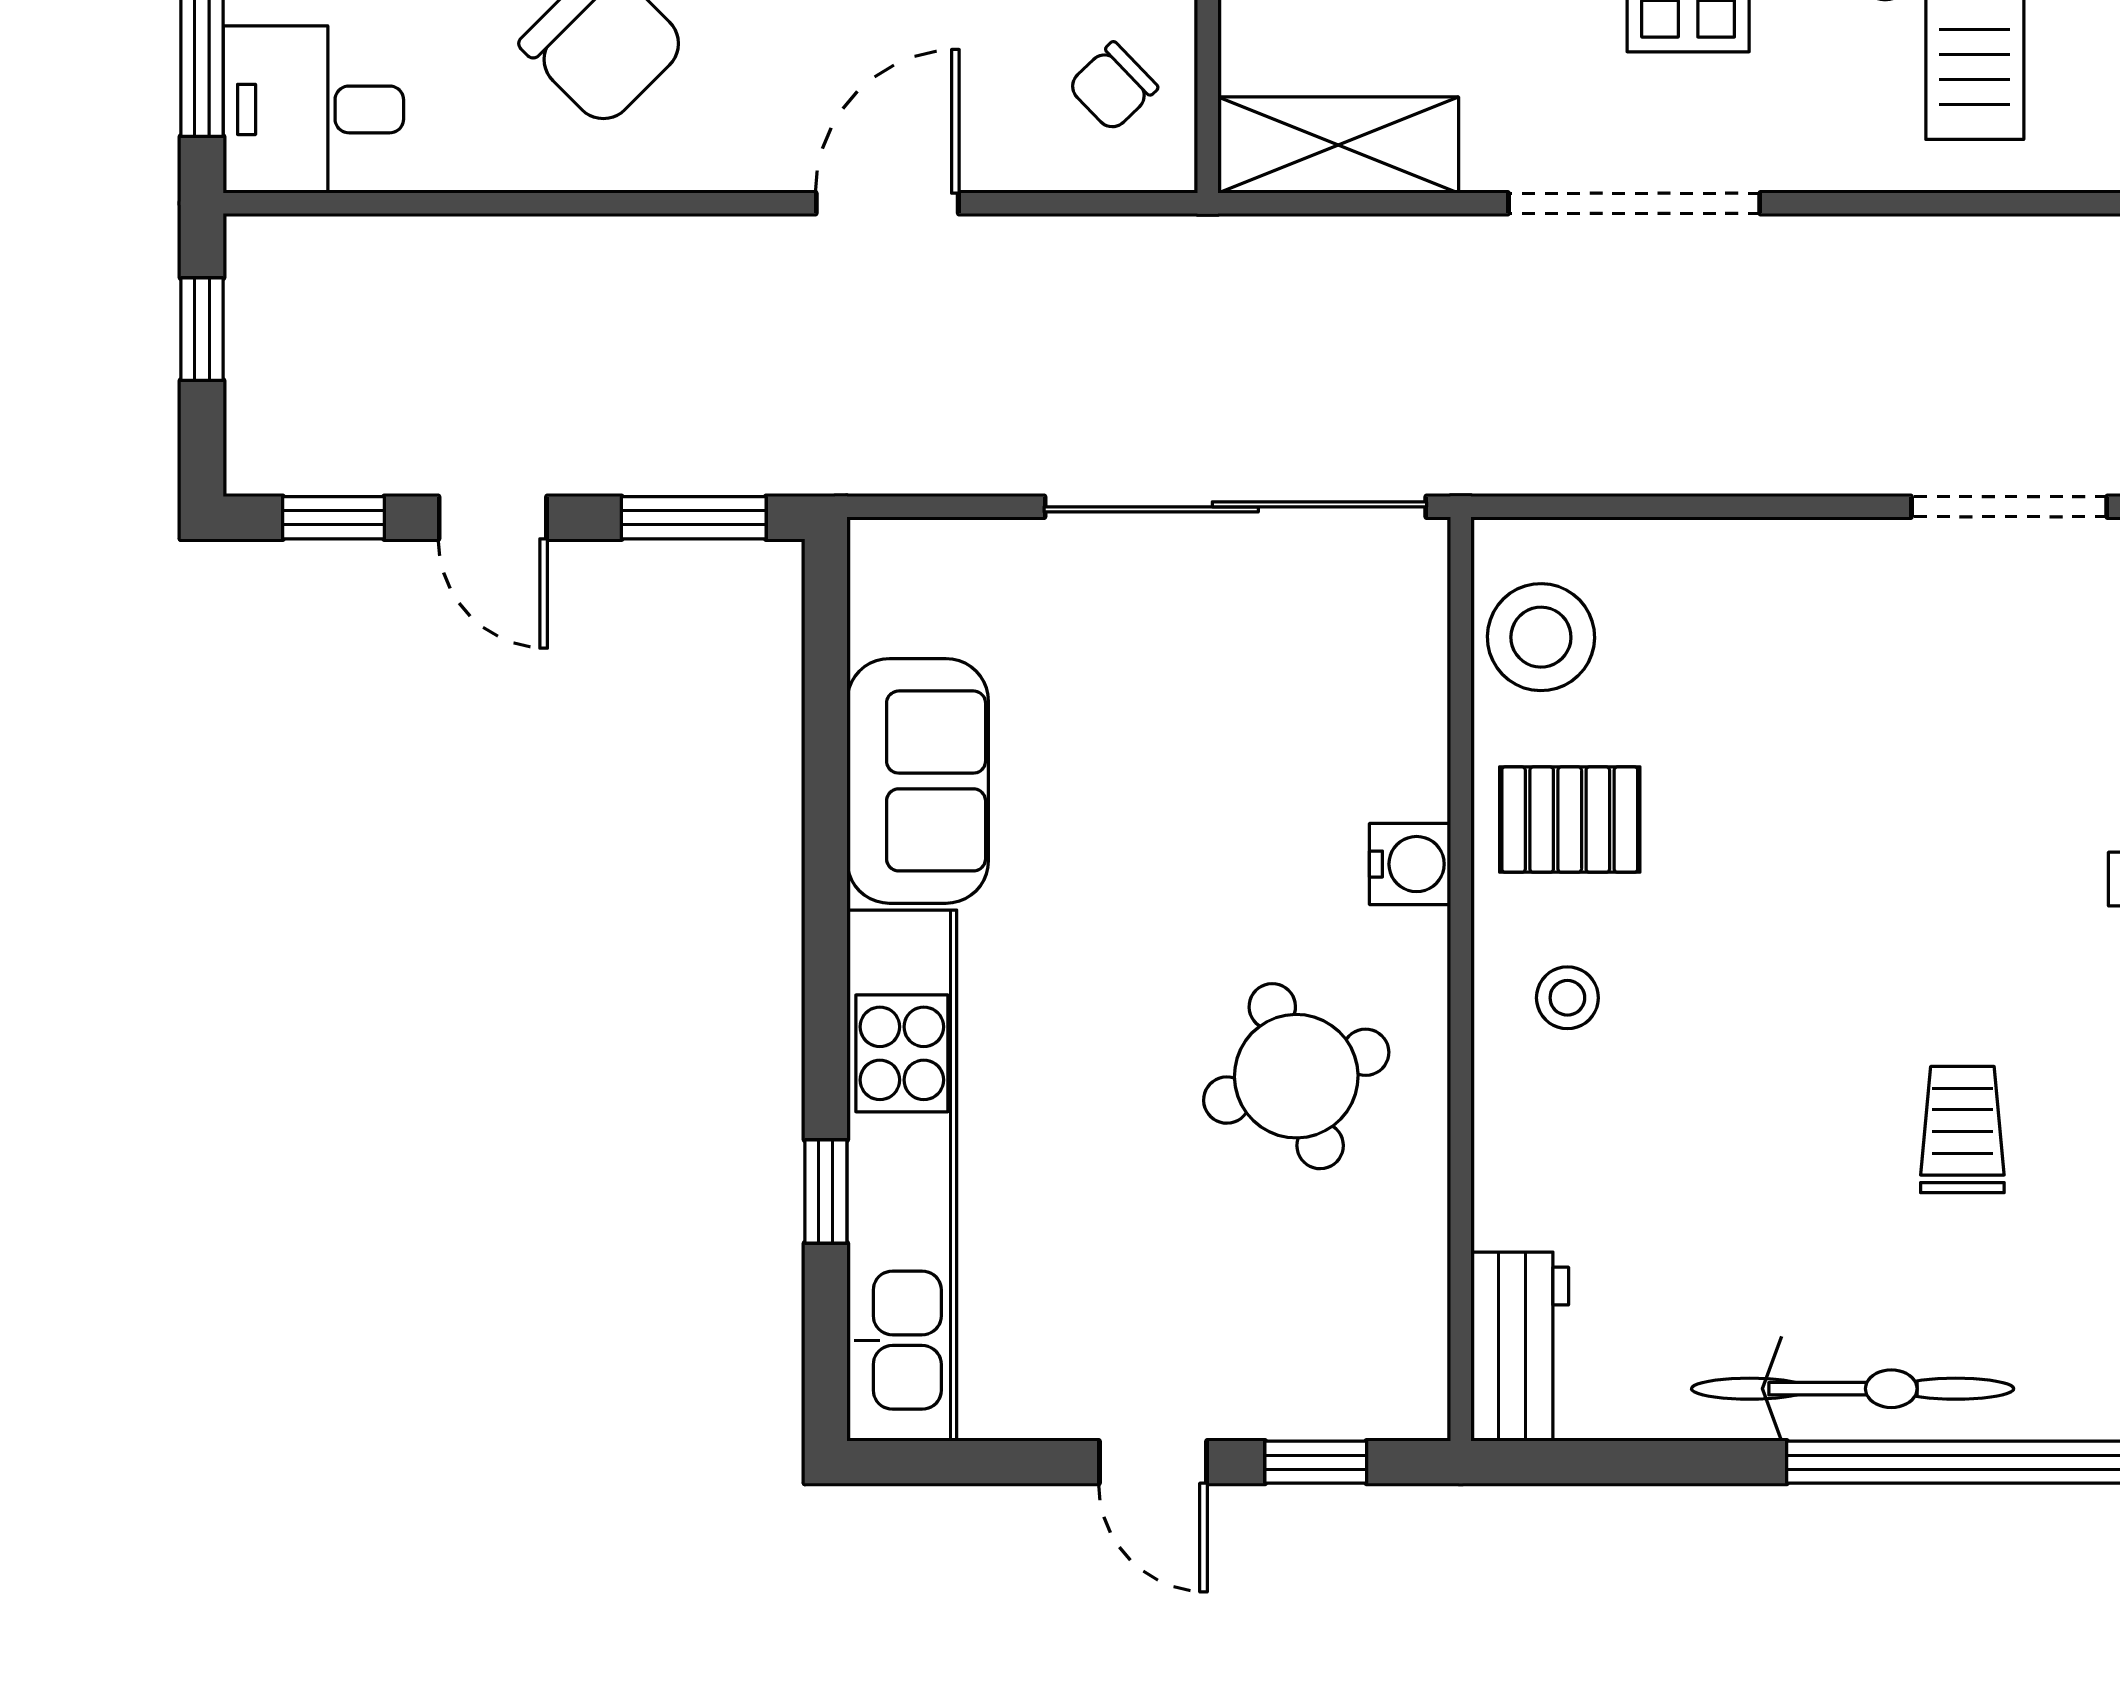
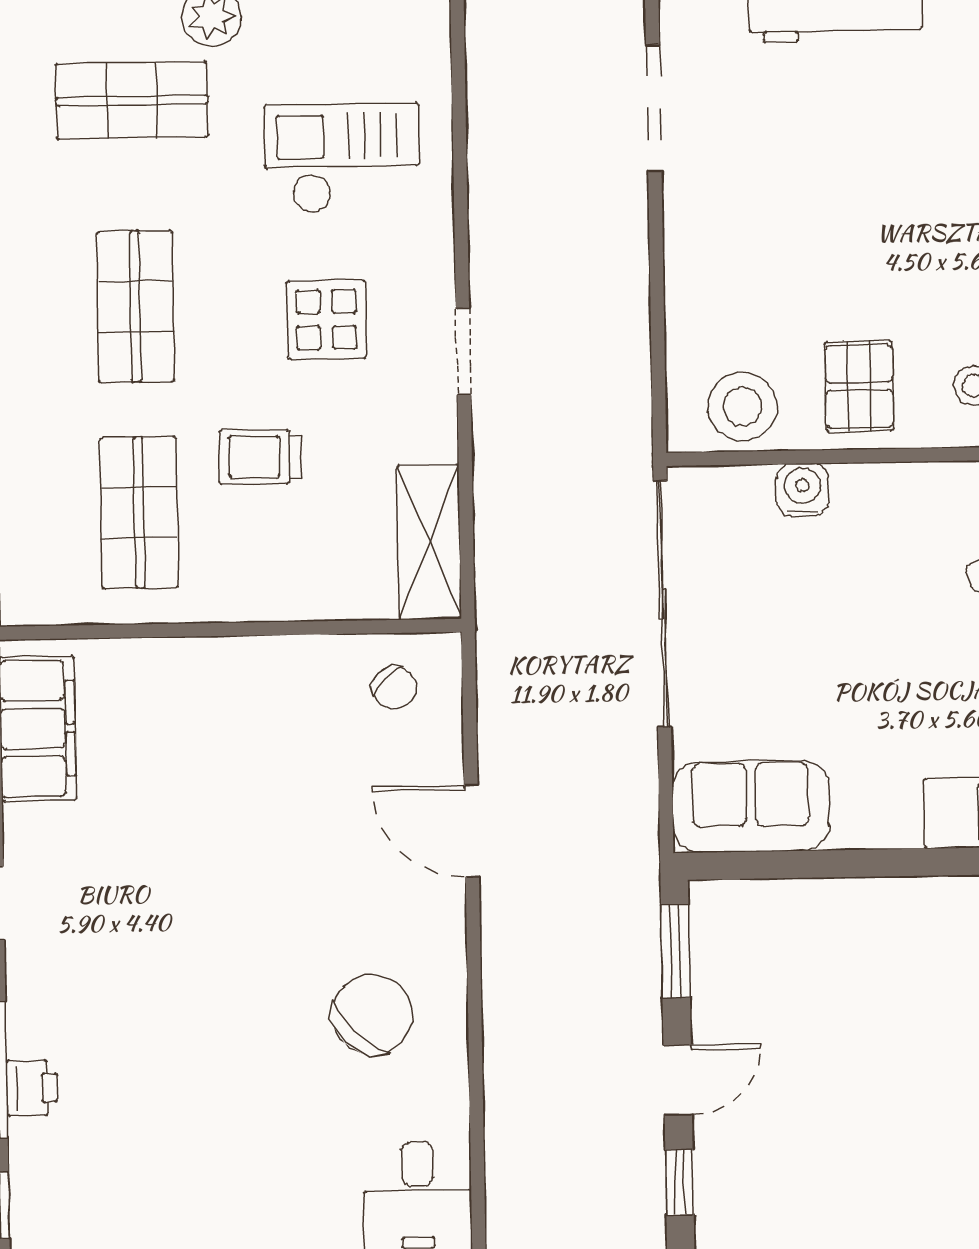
doorway: (1634, 203) -> (463, 352), width x0.53
sofa: (918, 781) -> (751, 806), moved
water cooler: (1410, 864) -> (803, 490), moved

